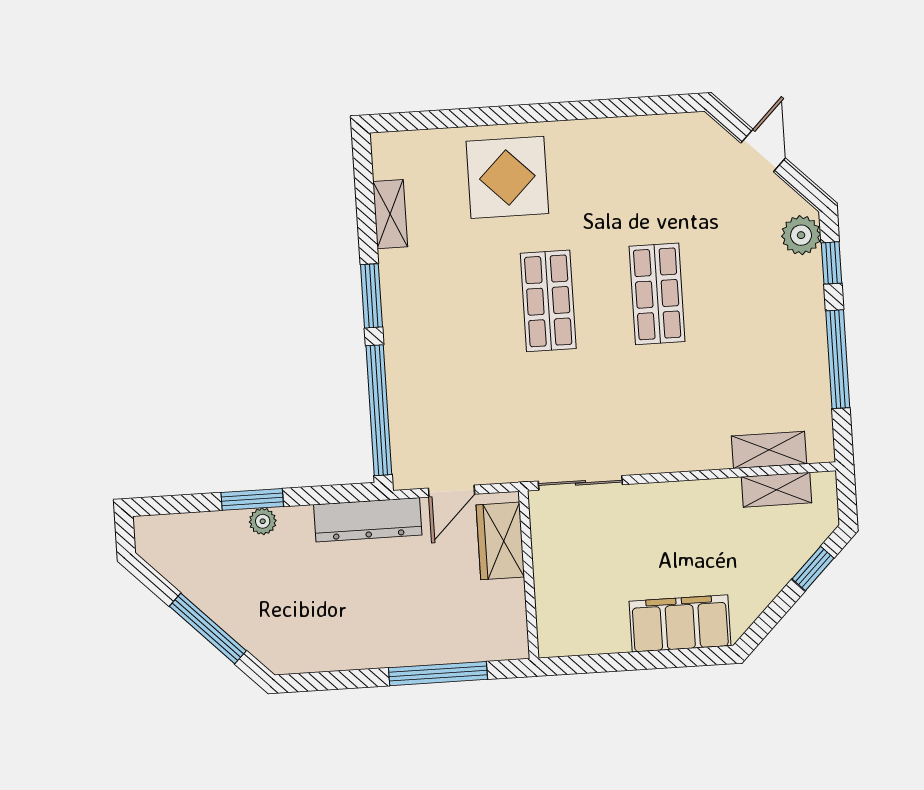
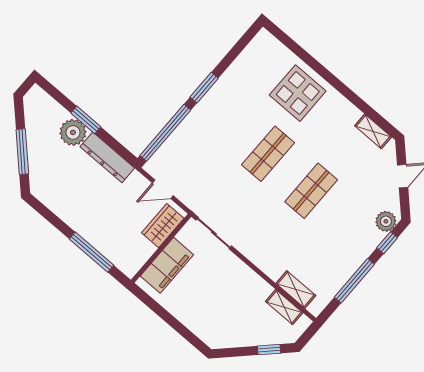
shelving: (390, 214) -> (373, 131), moved, turned 90
dresser: (368, 520) -> (107, 157), moved
plant: (263, 521) -> (73, 132), width x1.87, depth x1.87
filing cabinet: (680, 623) -> (167, 265), moved, turned 90

